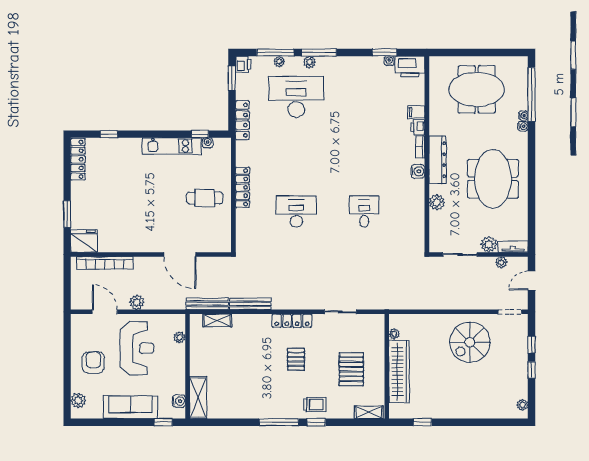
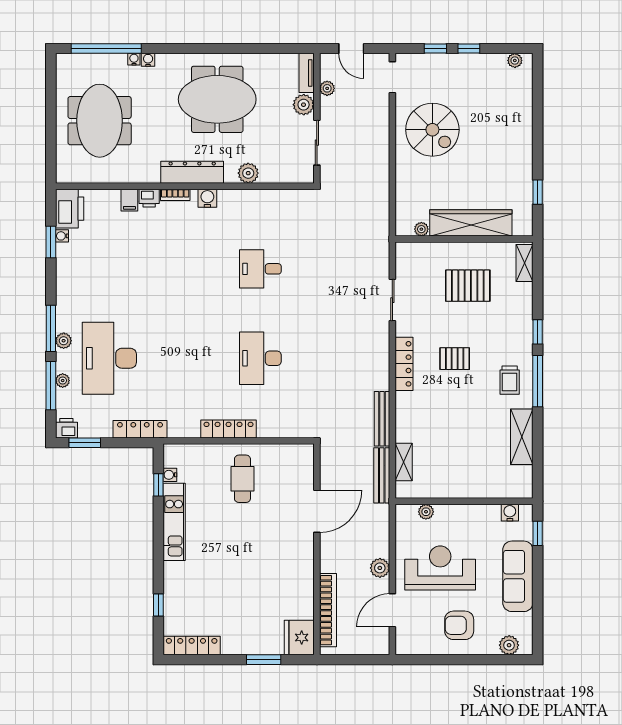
shelving: (198, 397) -> (522, 437), moved, turned 90
trolley: (315, 404) -> (510, 380), moved, turned 180

